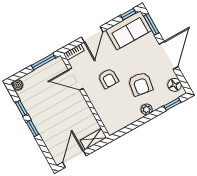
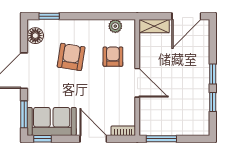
door: (92, 34) -> (93, 139), hinge flipped
armchair: (108, 78) -> (113, 57), moved
door: (76, 79) -> (137, 83), moved
boiler: (18, 85) -> (203, 129), removed
plant: (147, 109) -> (115, 26), moved

